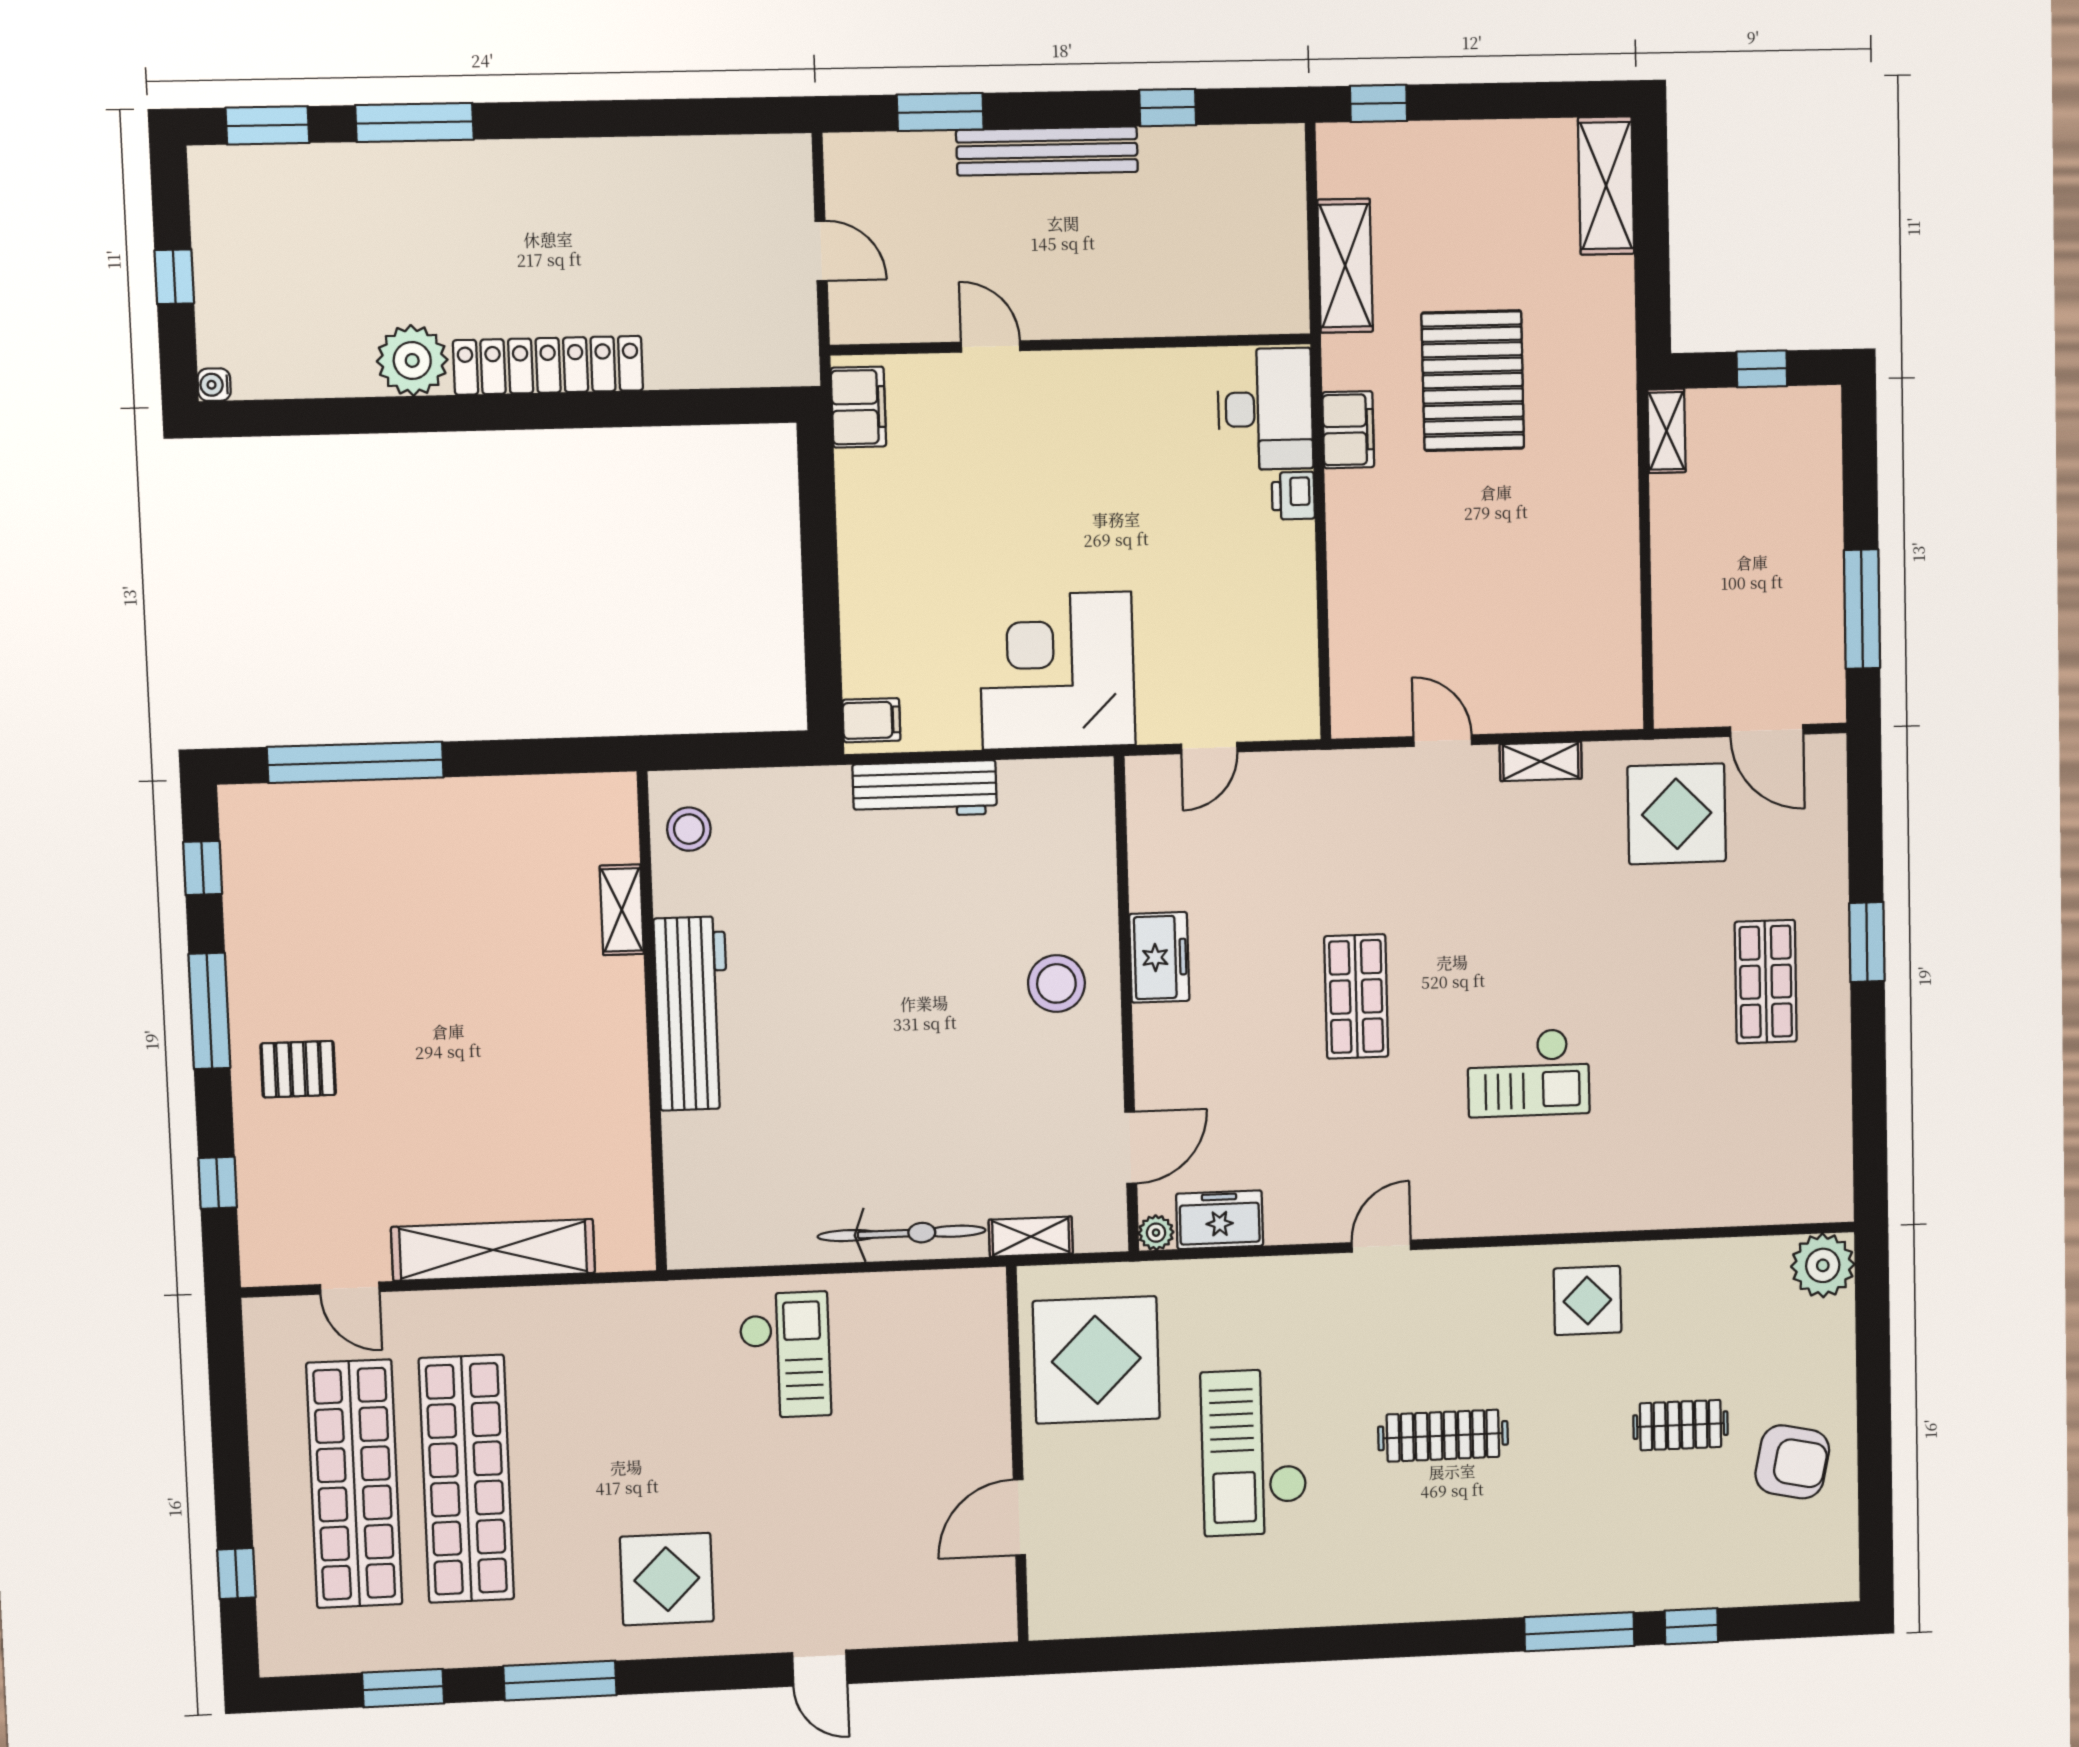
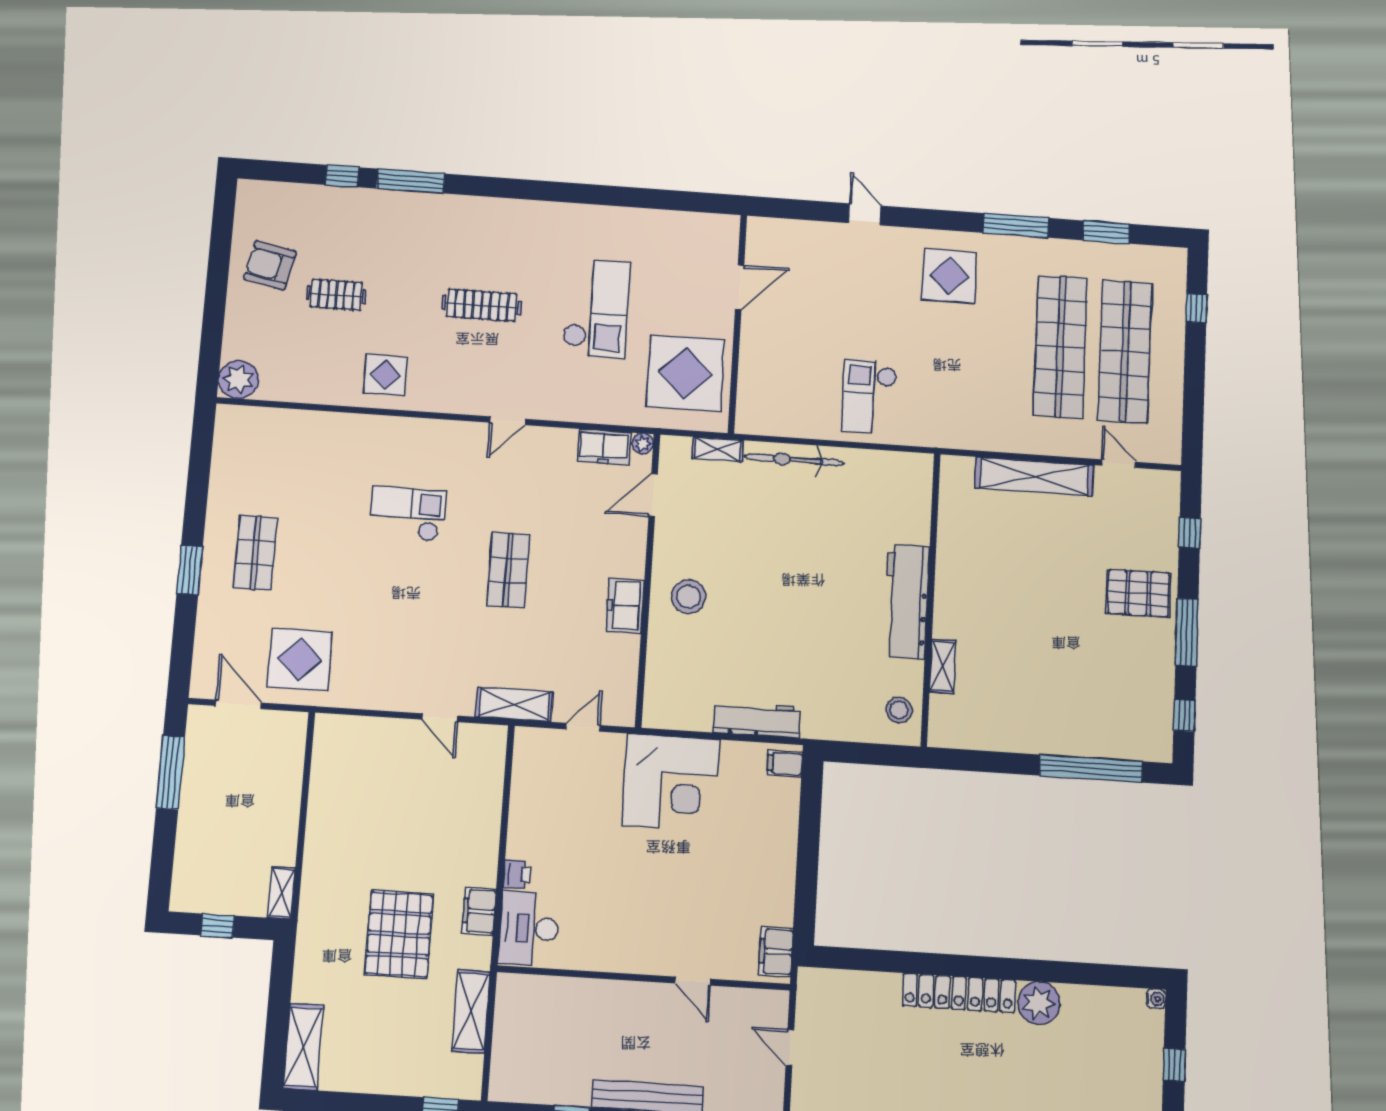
shelving: (1541, 761) -> (514, 704), moved, width x1.50, depth x1.33
pallet: (298, 1069) -> (1138, 593), width x1.50, depth x1.42

